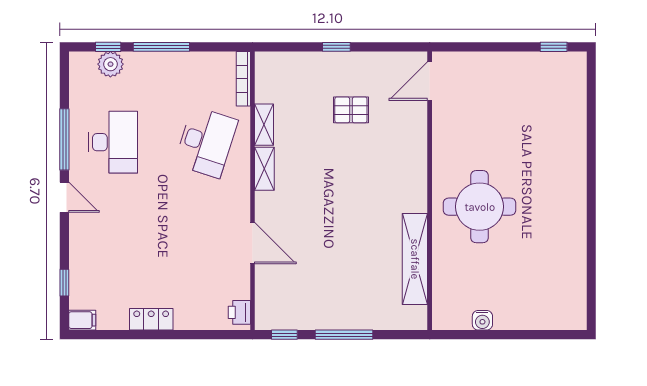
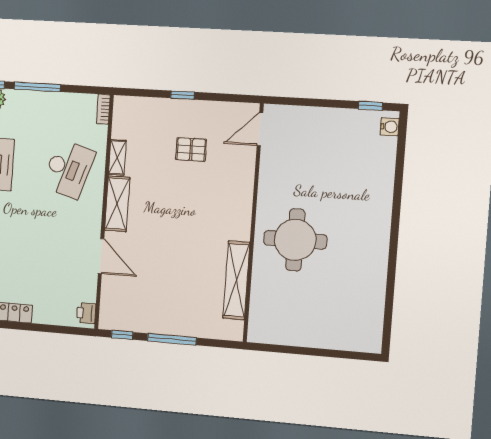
bookcase: (243, 79) -> (103, 109), width x0.64
shelving: (264, 169) -> (117, 204), width x1.50, depth x1.33
water cooler: (482, 320) -> (390, 127), moved, turned -90

